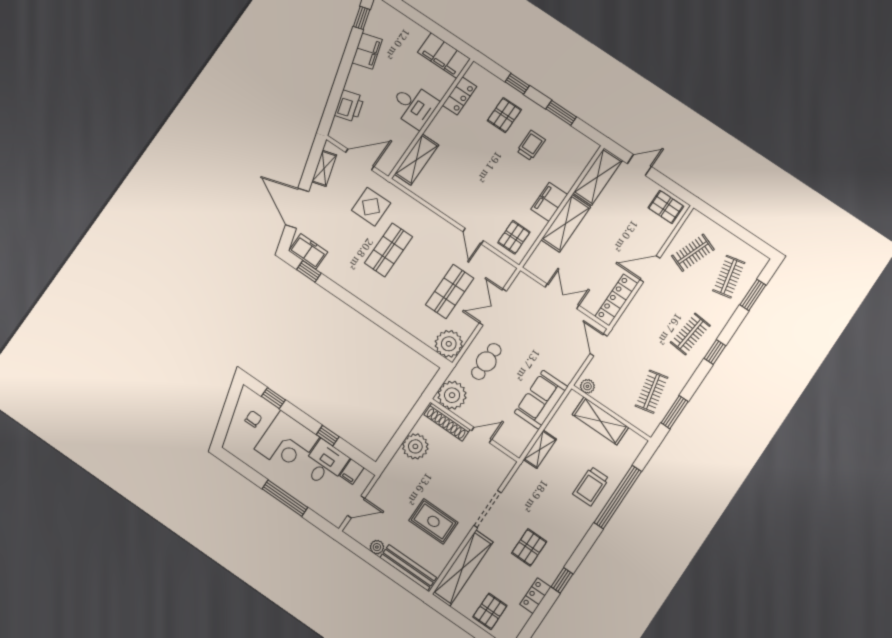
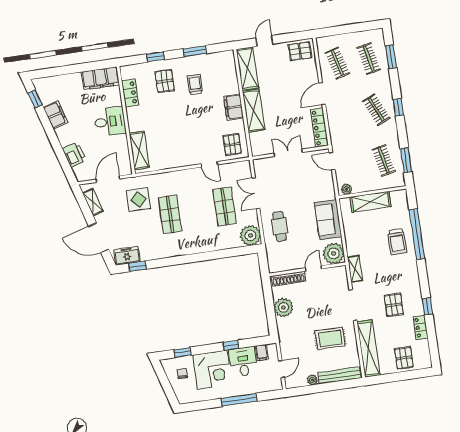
clothes rail: (693, 253) -> (338, 63), turned -36
clothes rail: (690, 334) -> (376, 109), turned -30
plant: (452, 395) -> (334, 254), moved
shelving: (540, 449) -> (355, 269), moved

